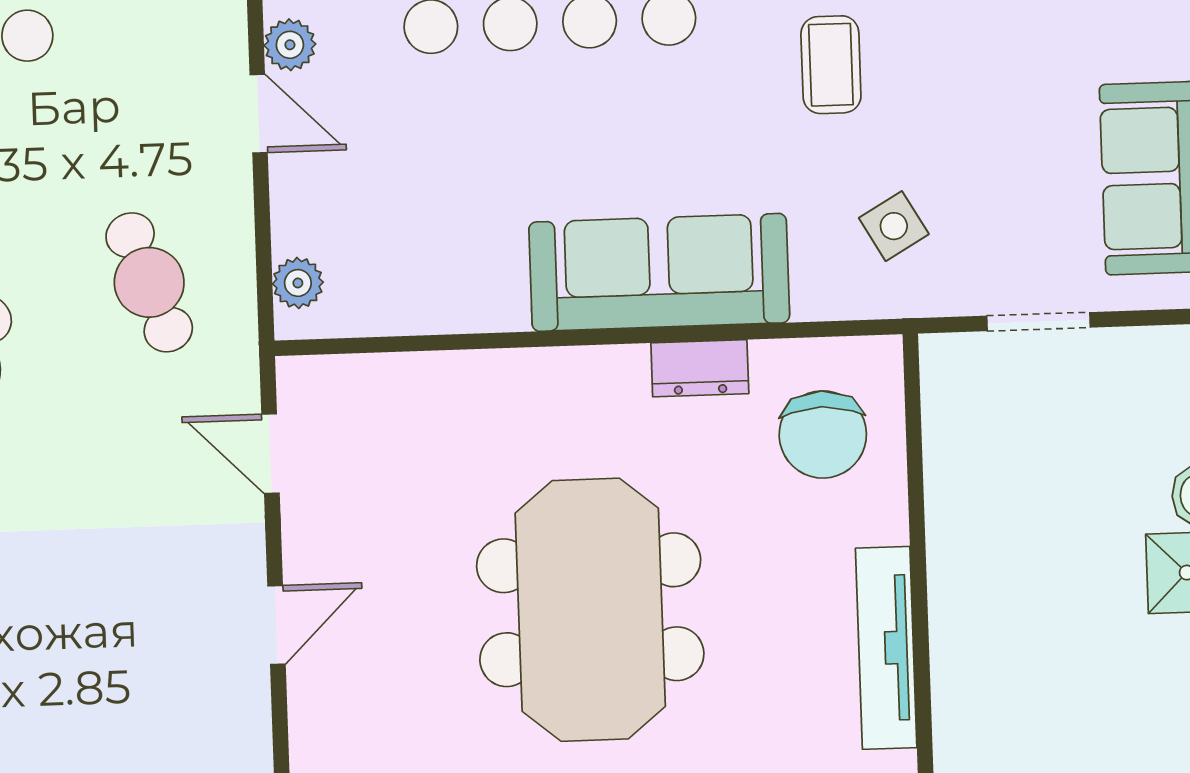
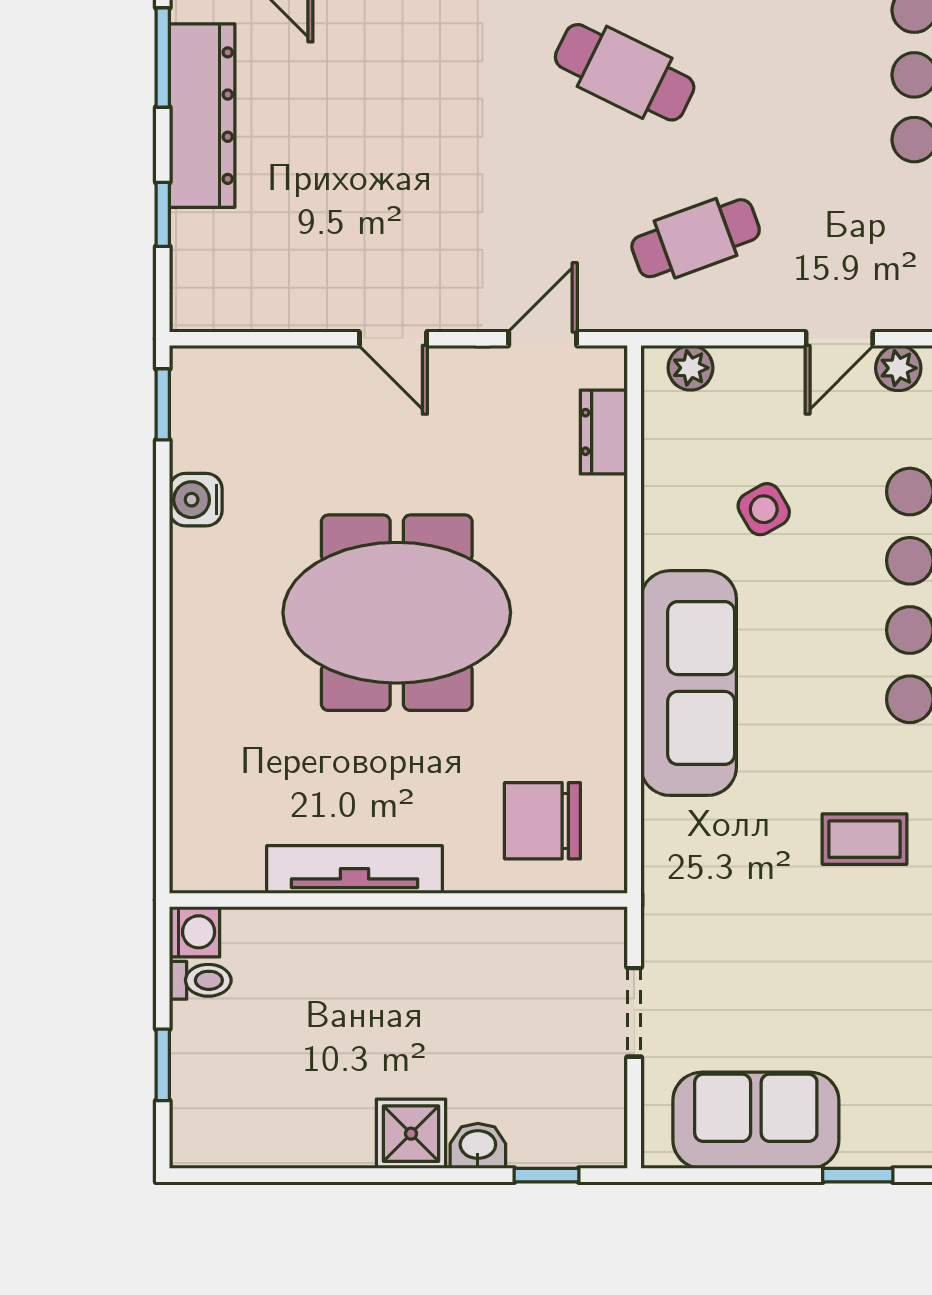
side table: (894, 226) -> (764, 509), moved
dresser: (700, 368) -> (604, 432), moved

